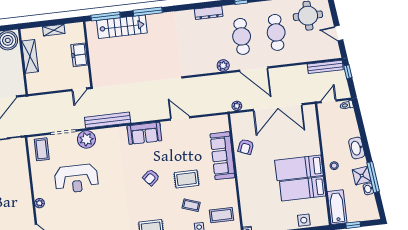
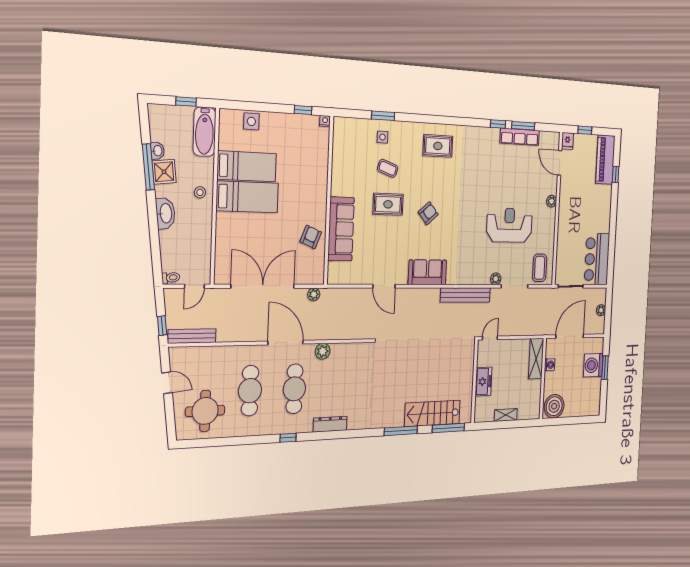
shelving: (30, 56) -> (536, 359), moved
washing machine: (18, 73) -> (550, 365), added
plant: (86, 139) -> (496, 279), width x0.53, depth x0.53
coffee table: (221, 215) -> (354, 148), removed

